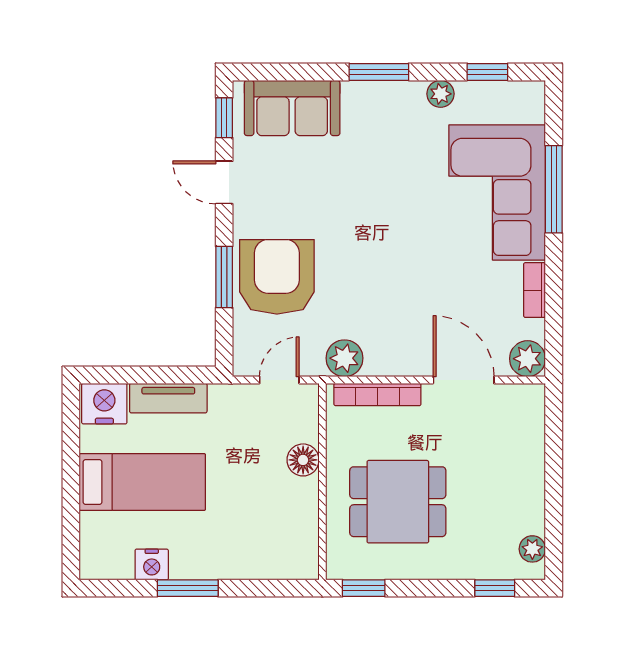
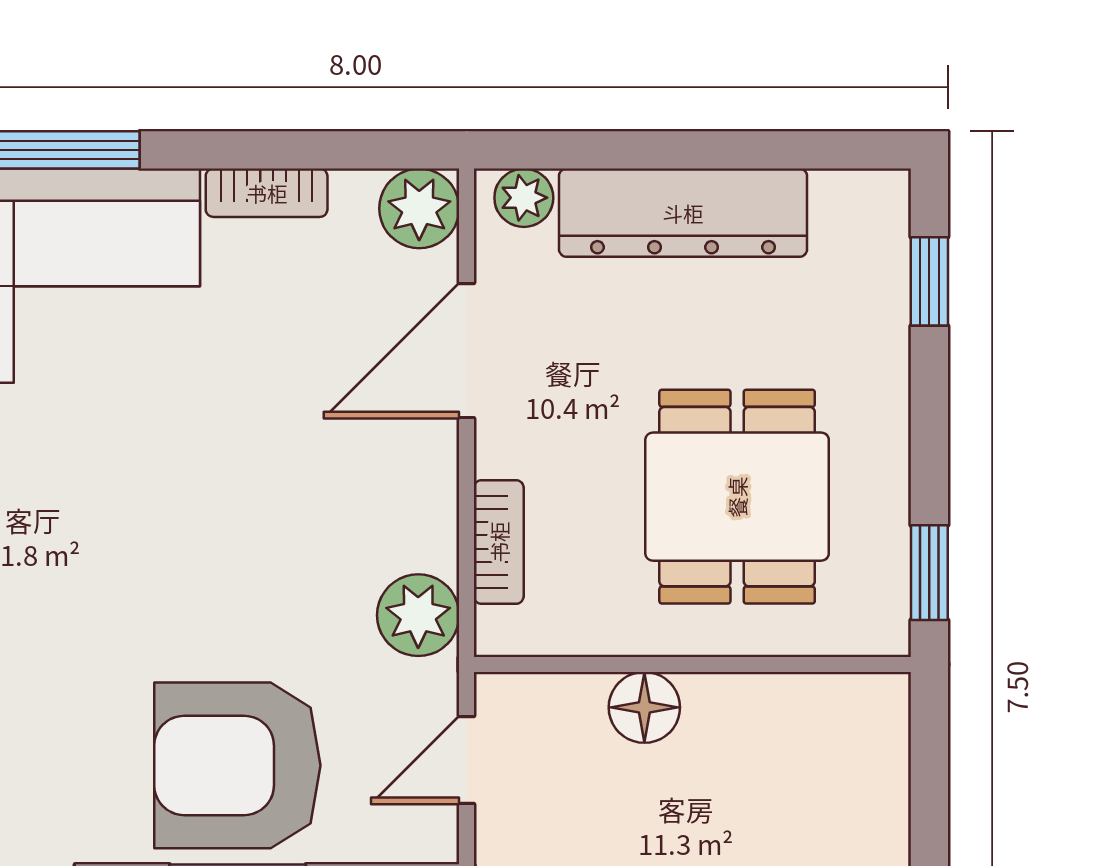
door: (279, 380) -> (467, 760), hinge flipped
bookcase: (377, 394) -> (499, 542), width x0.64
dresser: (526, 477) -> (683, 213), added
plant: (532, 549) -> (524, 198), moved

